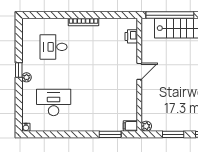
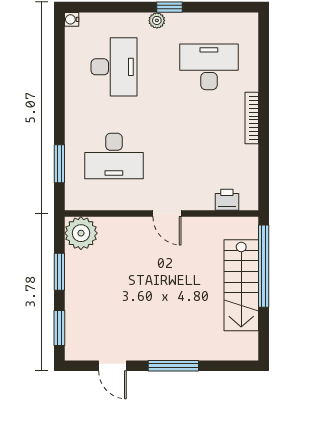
desk: (54, 47) -> (209, 67), width x1.37
desk: (106, 102) -> (114, 156), added
filing cabinet: (130, 126) -> (74, 198), removed
plant: (146, 126) -> (81, 233), width x1.88, depth x1.88

